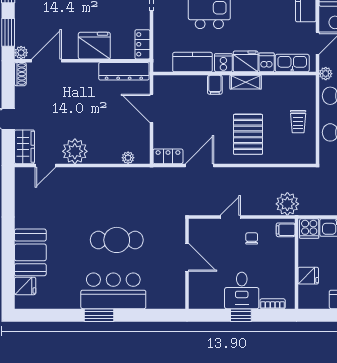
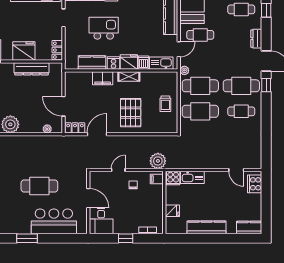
dresser: (124, 71) -> (32, 69), moved
filing cabinet: (215, 85) -> (103, 78), width x2.00
door: (152, 108) -> (64, 106), moved
desk: (242, 290) -> (101, 221), moved
bar counter: (113, 291) -> (54, 221), moved

